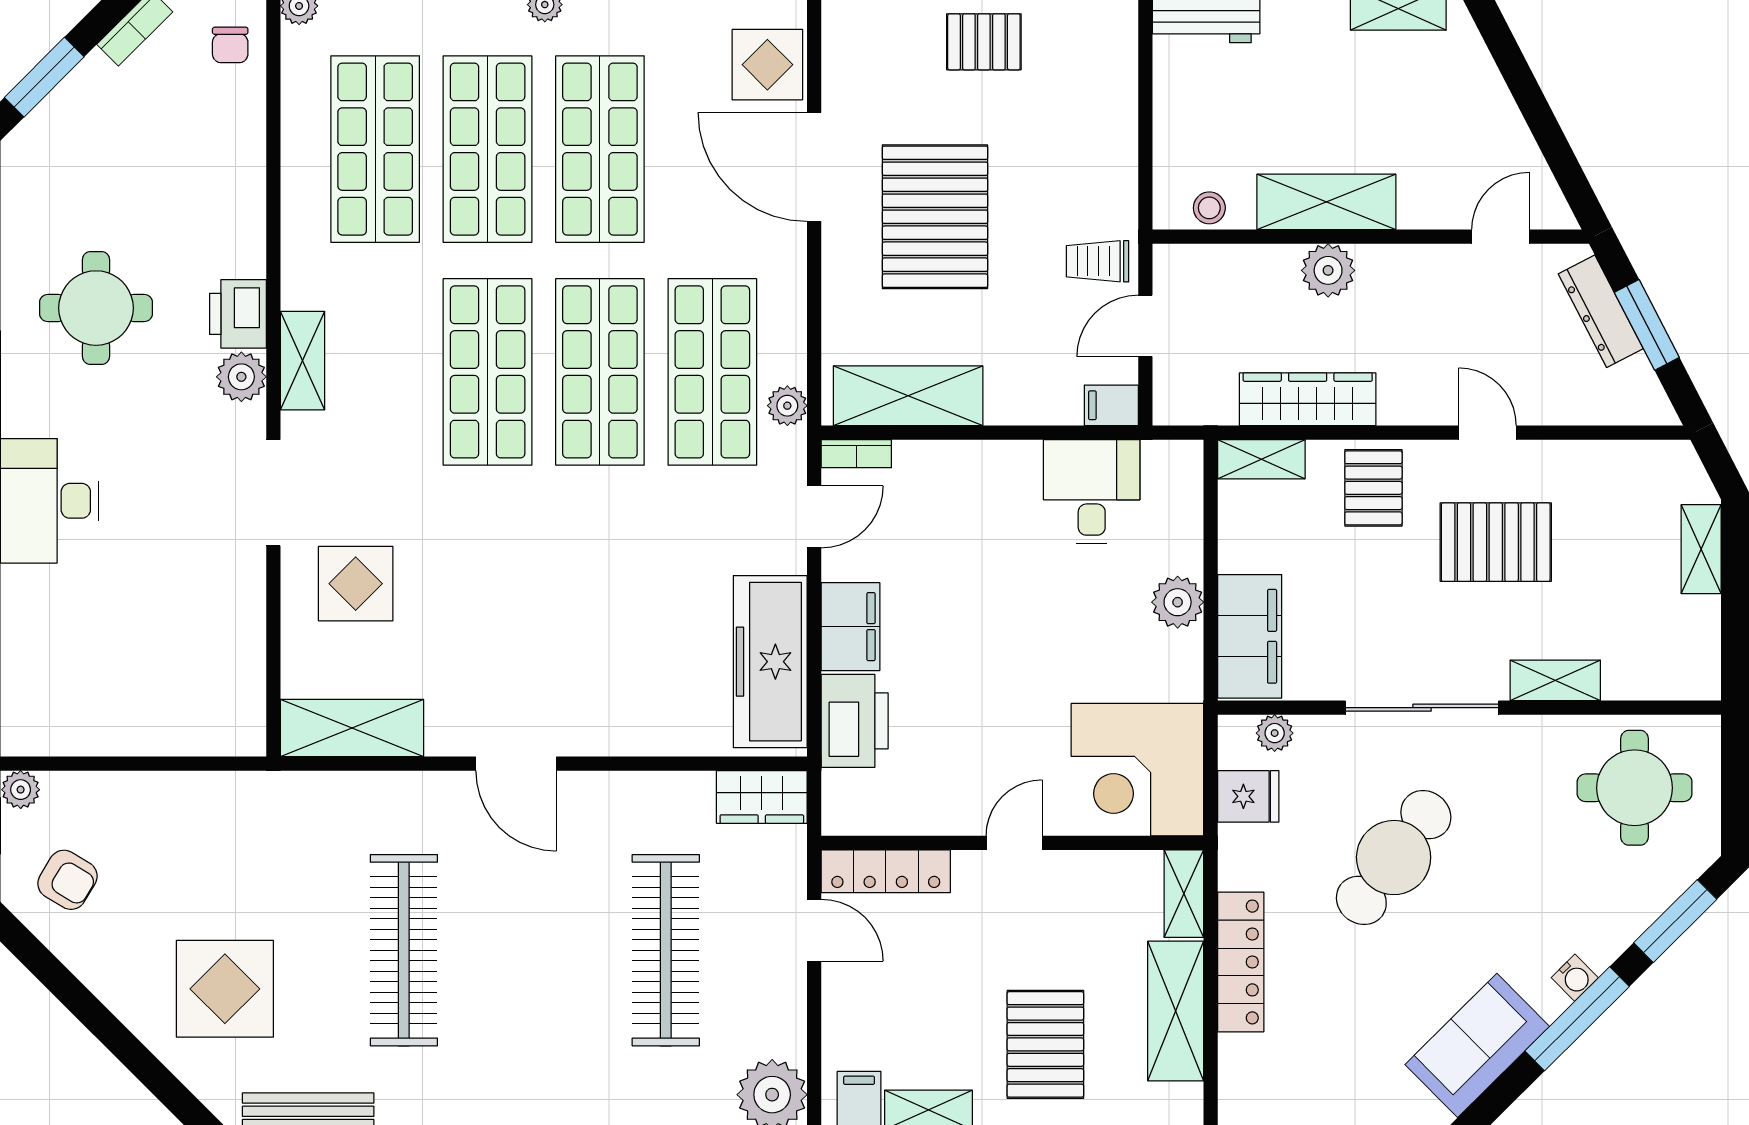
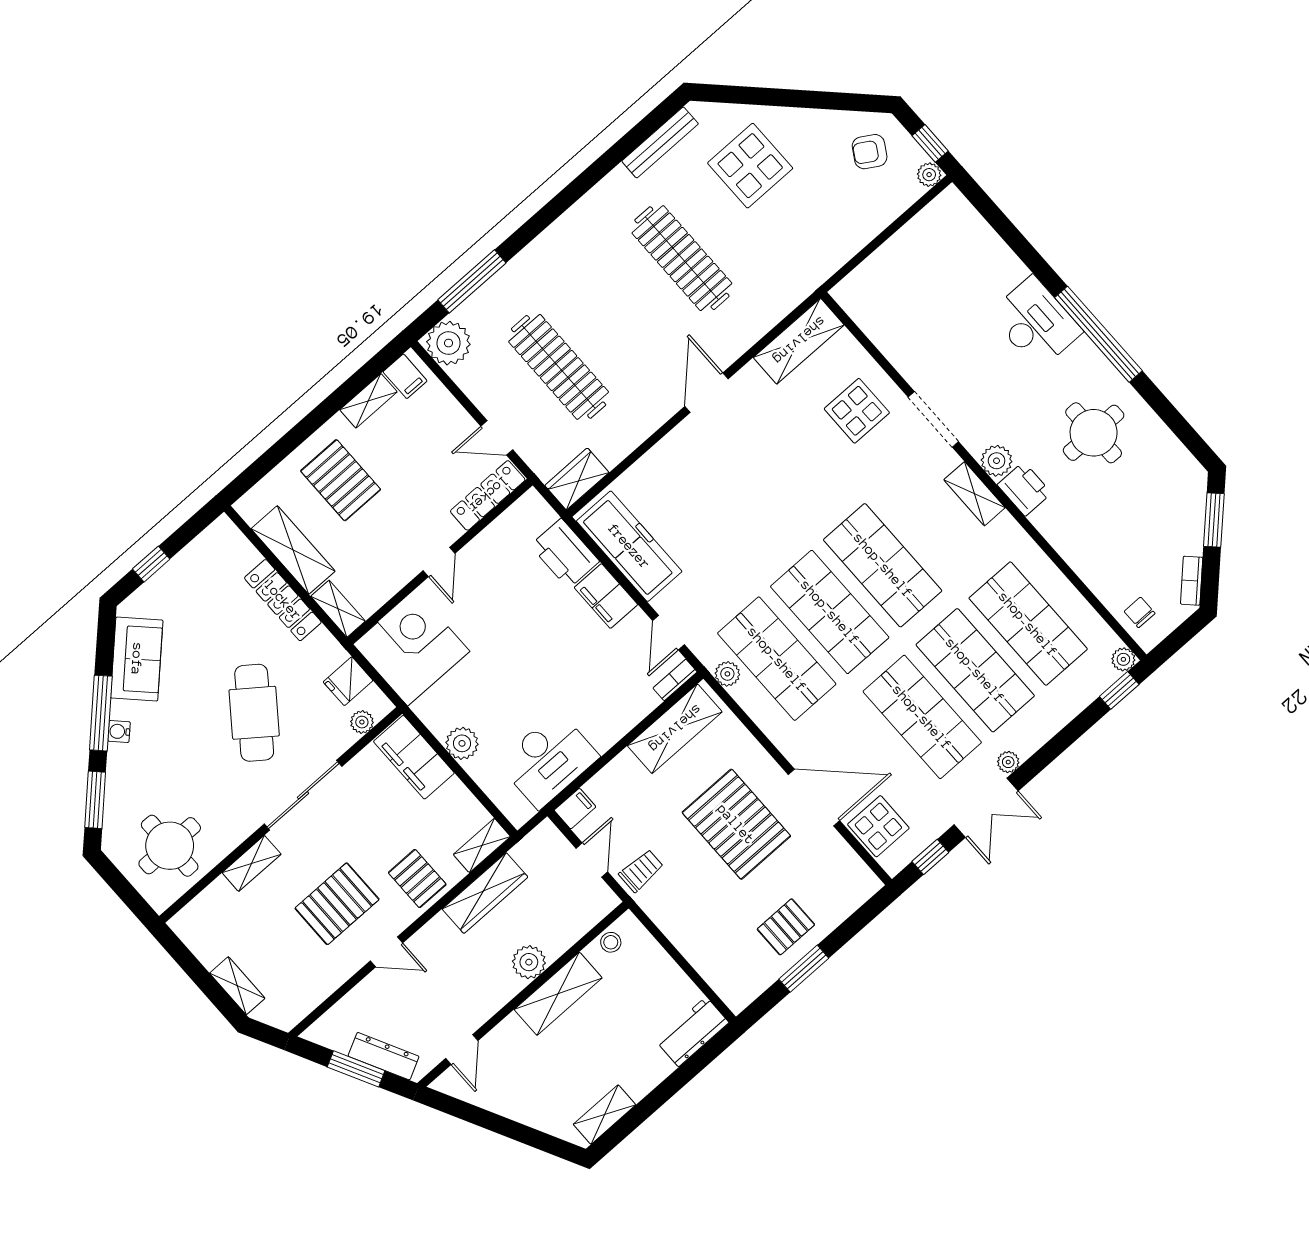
desk: (1092, 492) -> (548, 760), width x1.37
door: (516, 764) -> (706, 393), hinge flipped

